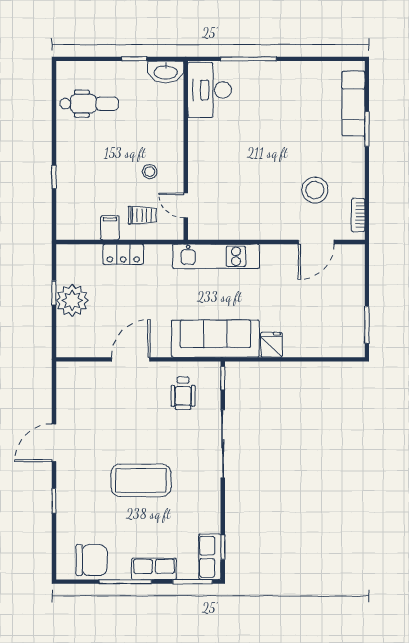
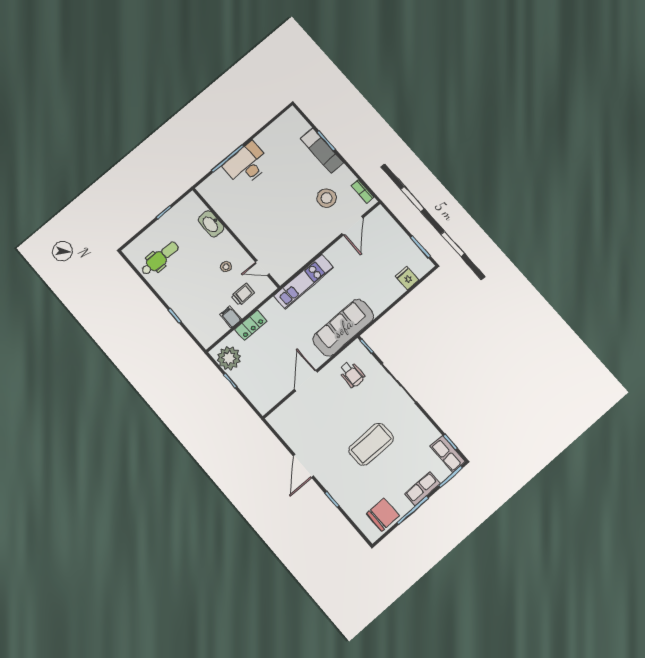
washbasin: (166, 72) -> (211, 224), moved, turned 90
desk: (209, 90) -> (247, 164), moved, turned 90
exam couch: (353, 104) -> (322, 150), moved
plant: (72, 300) -> (229, 358), moved
fridge: (271, 345) -> (407, 278), moved

